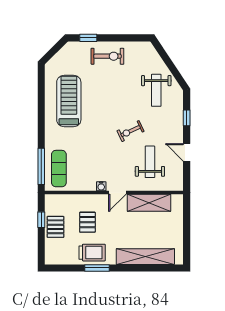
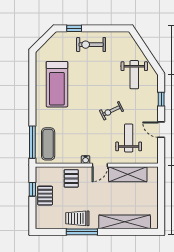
exercise bike: (107, 56) -> (91, 45), turned 180
treadmill: (69, 101) -> (57, 84), turned 180
pallet: (87, 222) -> (71, 178), moved
trolley: (92, 253) -> (77, 218), turned 180
window: (97, 268) -> (82, 232), width x1.44

